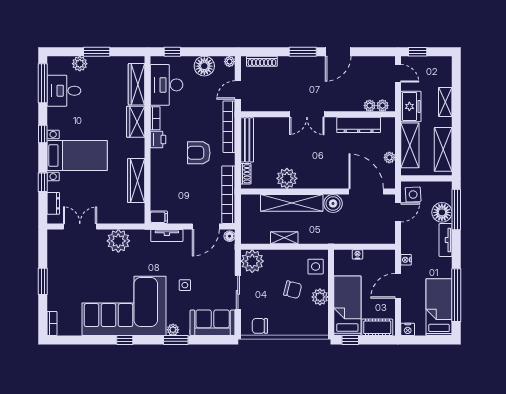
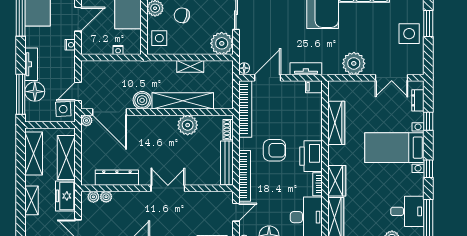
printer: (158, 140) -> (311, 156), width x1.87, depth x1.48
plant: (389, 157) -> (86, 120), moved
side table: (185, 285) -> (409, 34), moved, width x1.87, depth x1.87

